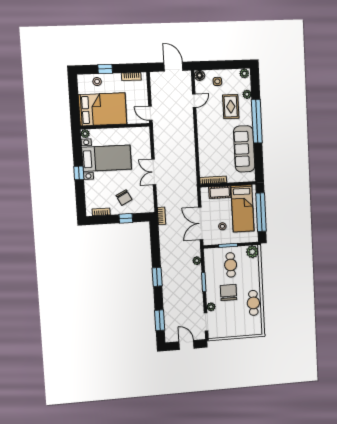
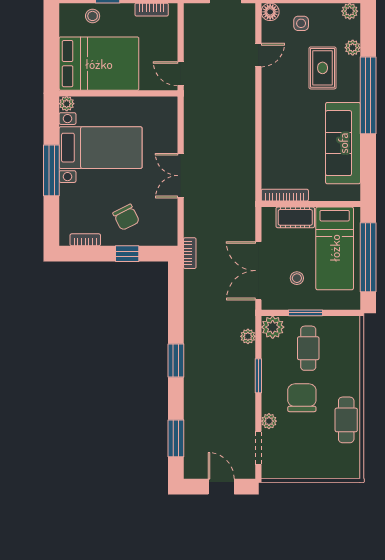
window: (79, 173) -> (51, 170), width x2.17
plant: (252, 252) -> (273, 327), moved

